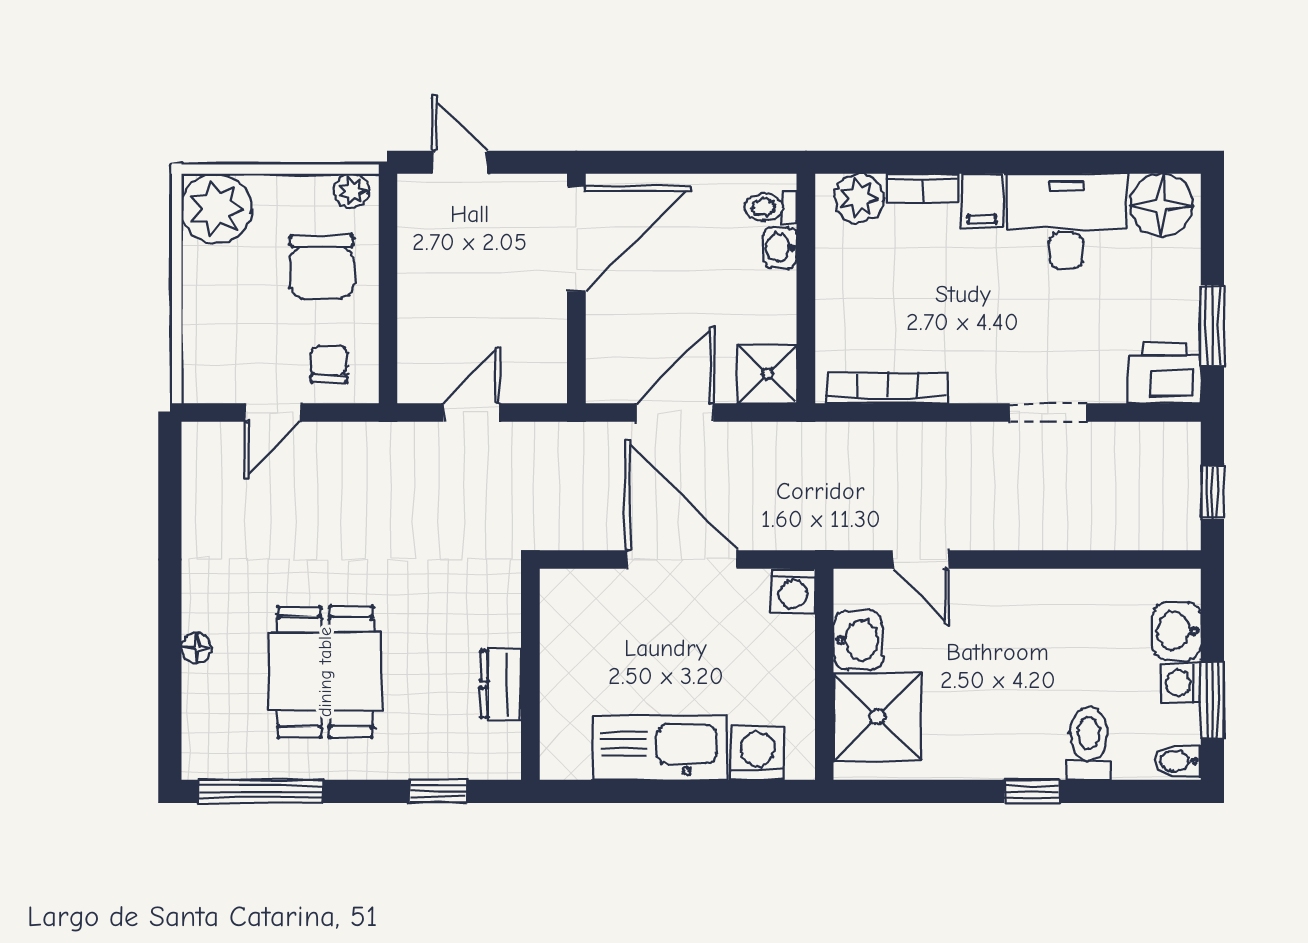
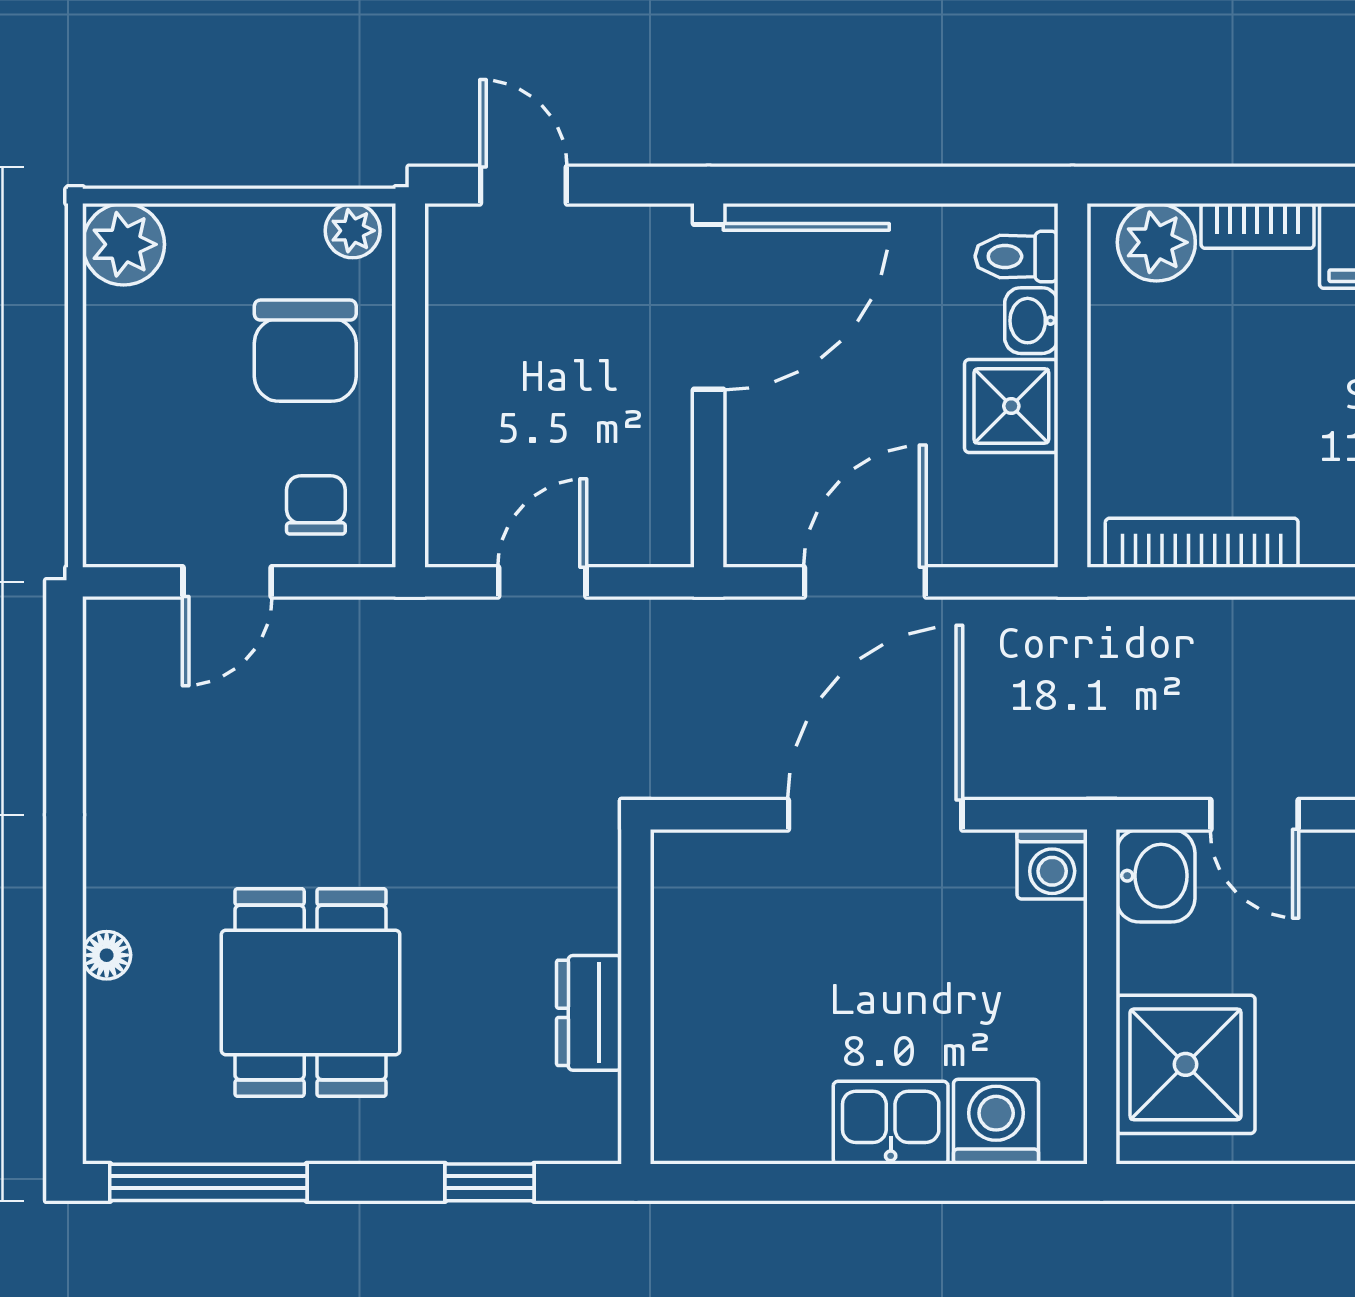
plant: (217, 209) -> (124, 244), width x0.73, depth x0.73
shower: (767, 374) -> (1011, 406), moved
door: (681, 559) -> (875, 815), hinge flipped
washbasin: (858, 640) -> (1155, 876), moved
kitchen sink: (660, 747) -> (891, 1123), width x0.53, depth x0.81

